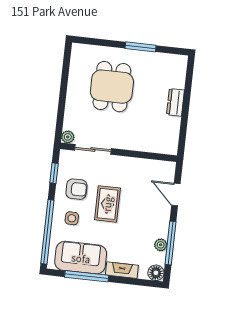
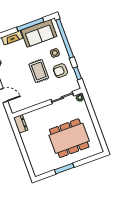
dining table: (112, 87) -> (69, 138), width x1.37
dresser: (175, 102) -> (21, 124), moved

